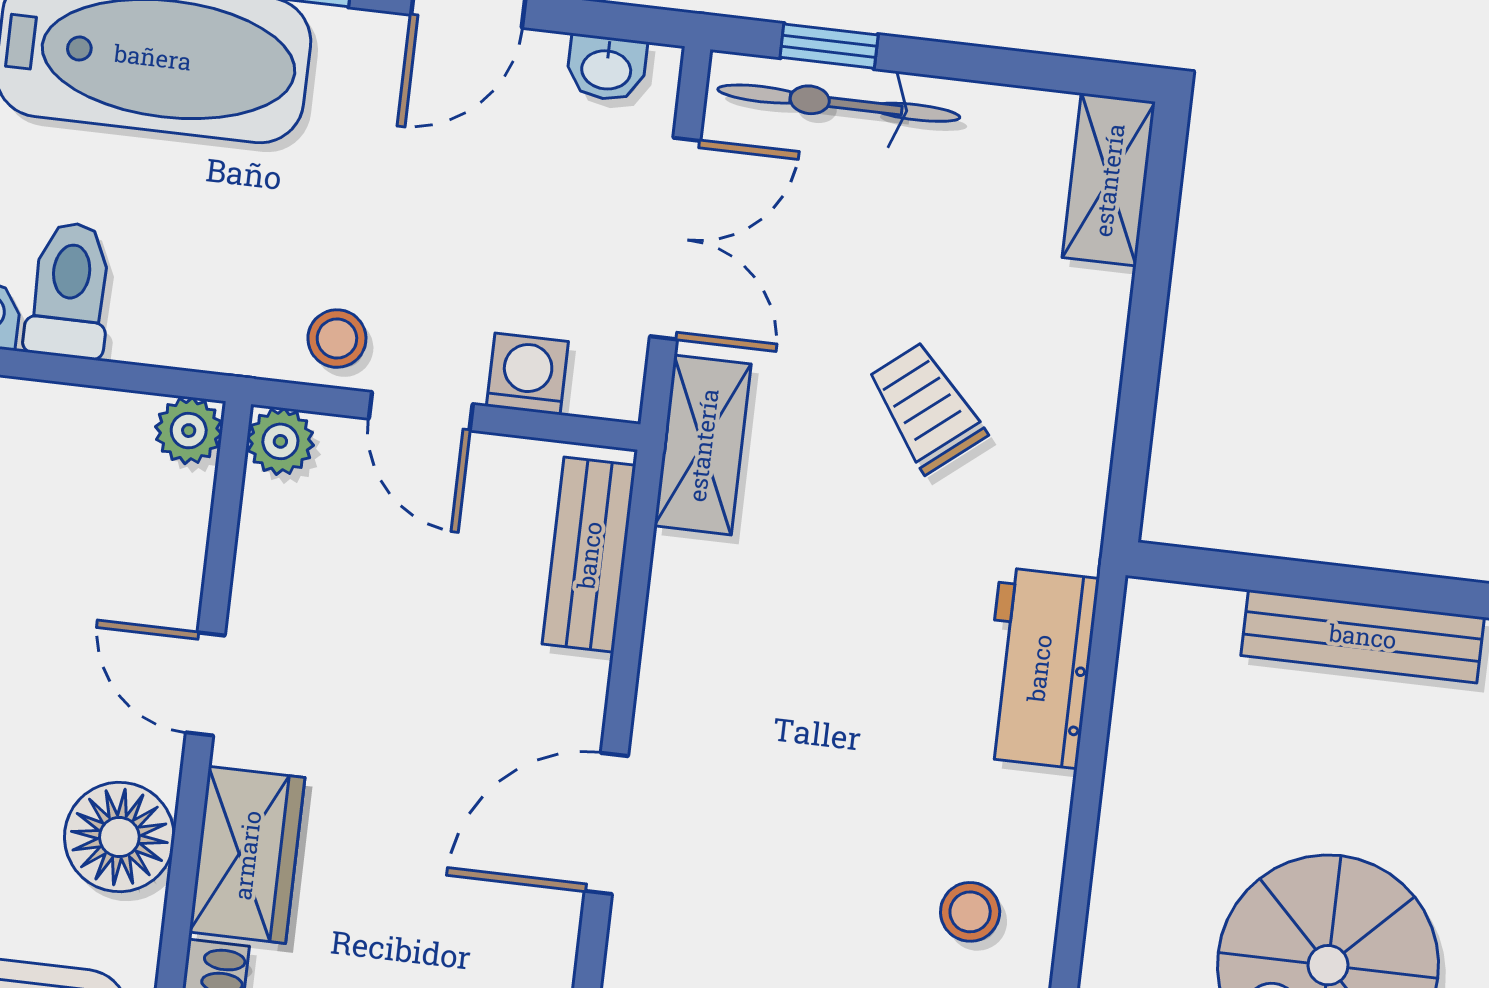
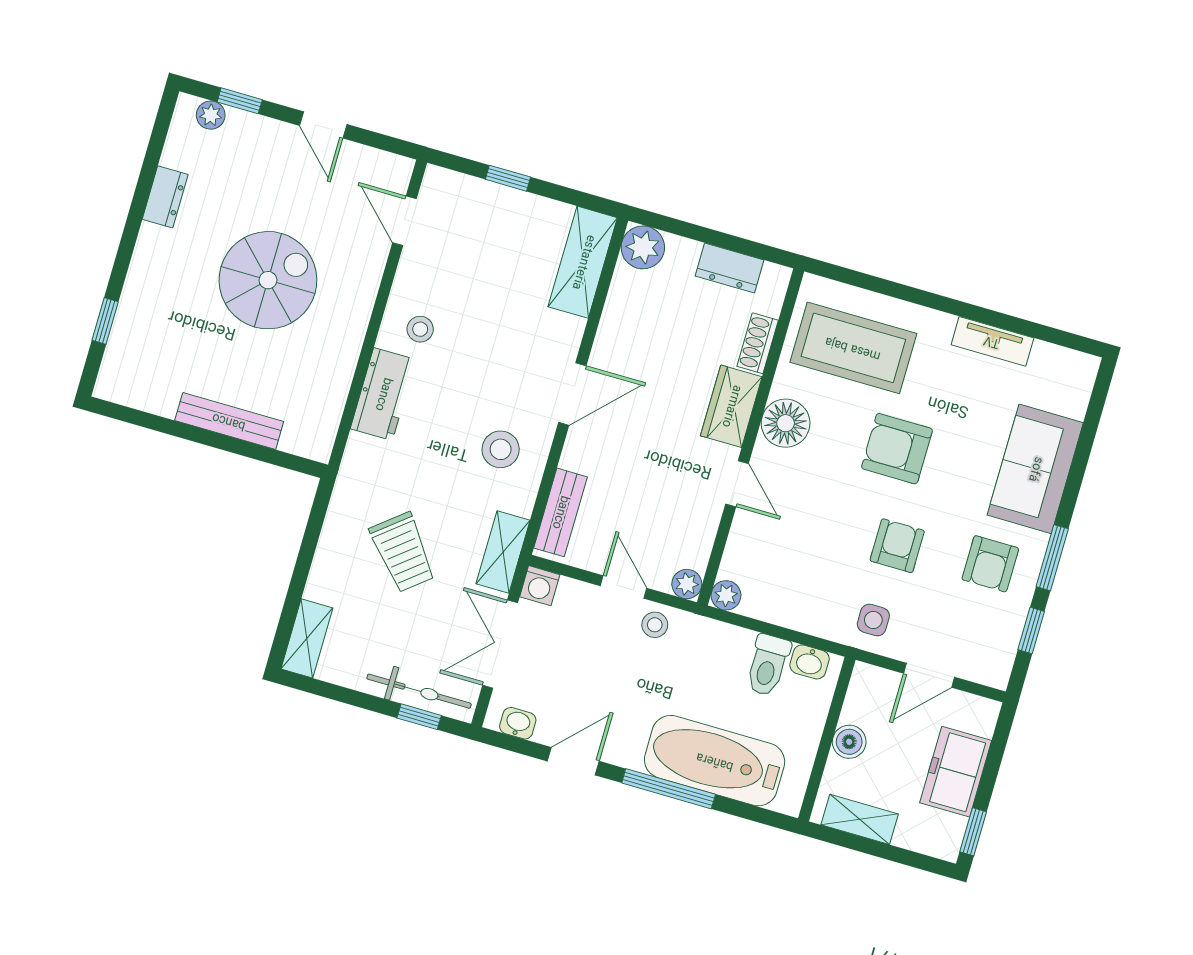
washing machine: (527, 374) -> (540, 586), moved
trolley: (926, 407) -> (403, 552), width x1.36, depth x1.39
workbench: (1039, 668) -> (383, 394), moved
stool: (746, 673) -> (501, 449), added

